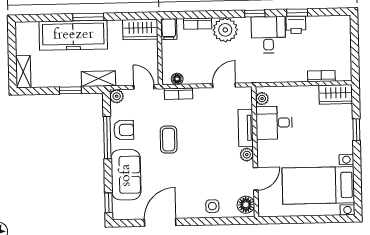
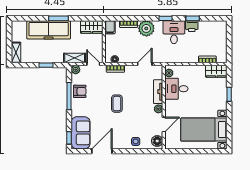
shelving: (98, 79) -> (75, 58), moved
coffee table: (169, 140) -> (117, 104), moved
sofa: (126, 175) -> (81, 133), moved

